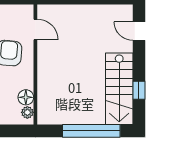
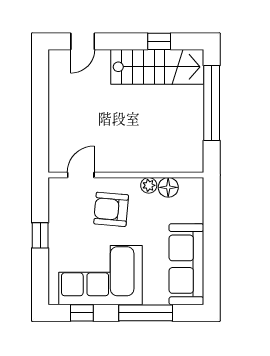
plant: (27, 112) -> (149, 185), moved

